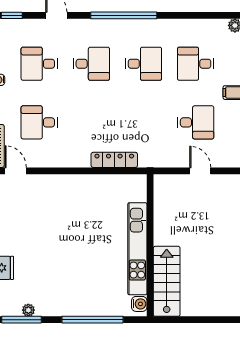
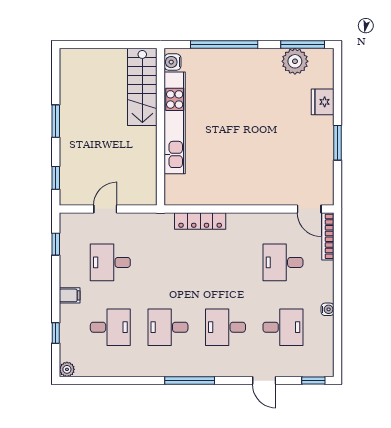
window: (124, 15) -> (190, 381), width x0.68
desk: (39, 122) -> (283, 262), turned 180
door: (200, 171) -> (105, 209), swing flipped
plant: (28, 310) -> (295, 61), width x1.87, depth x1.87

